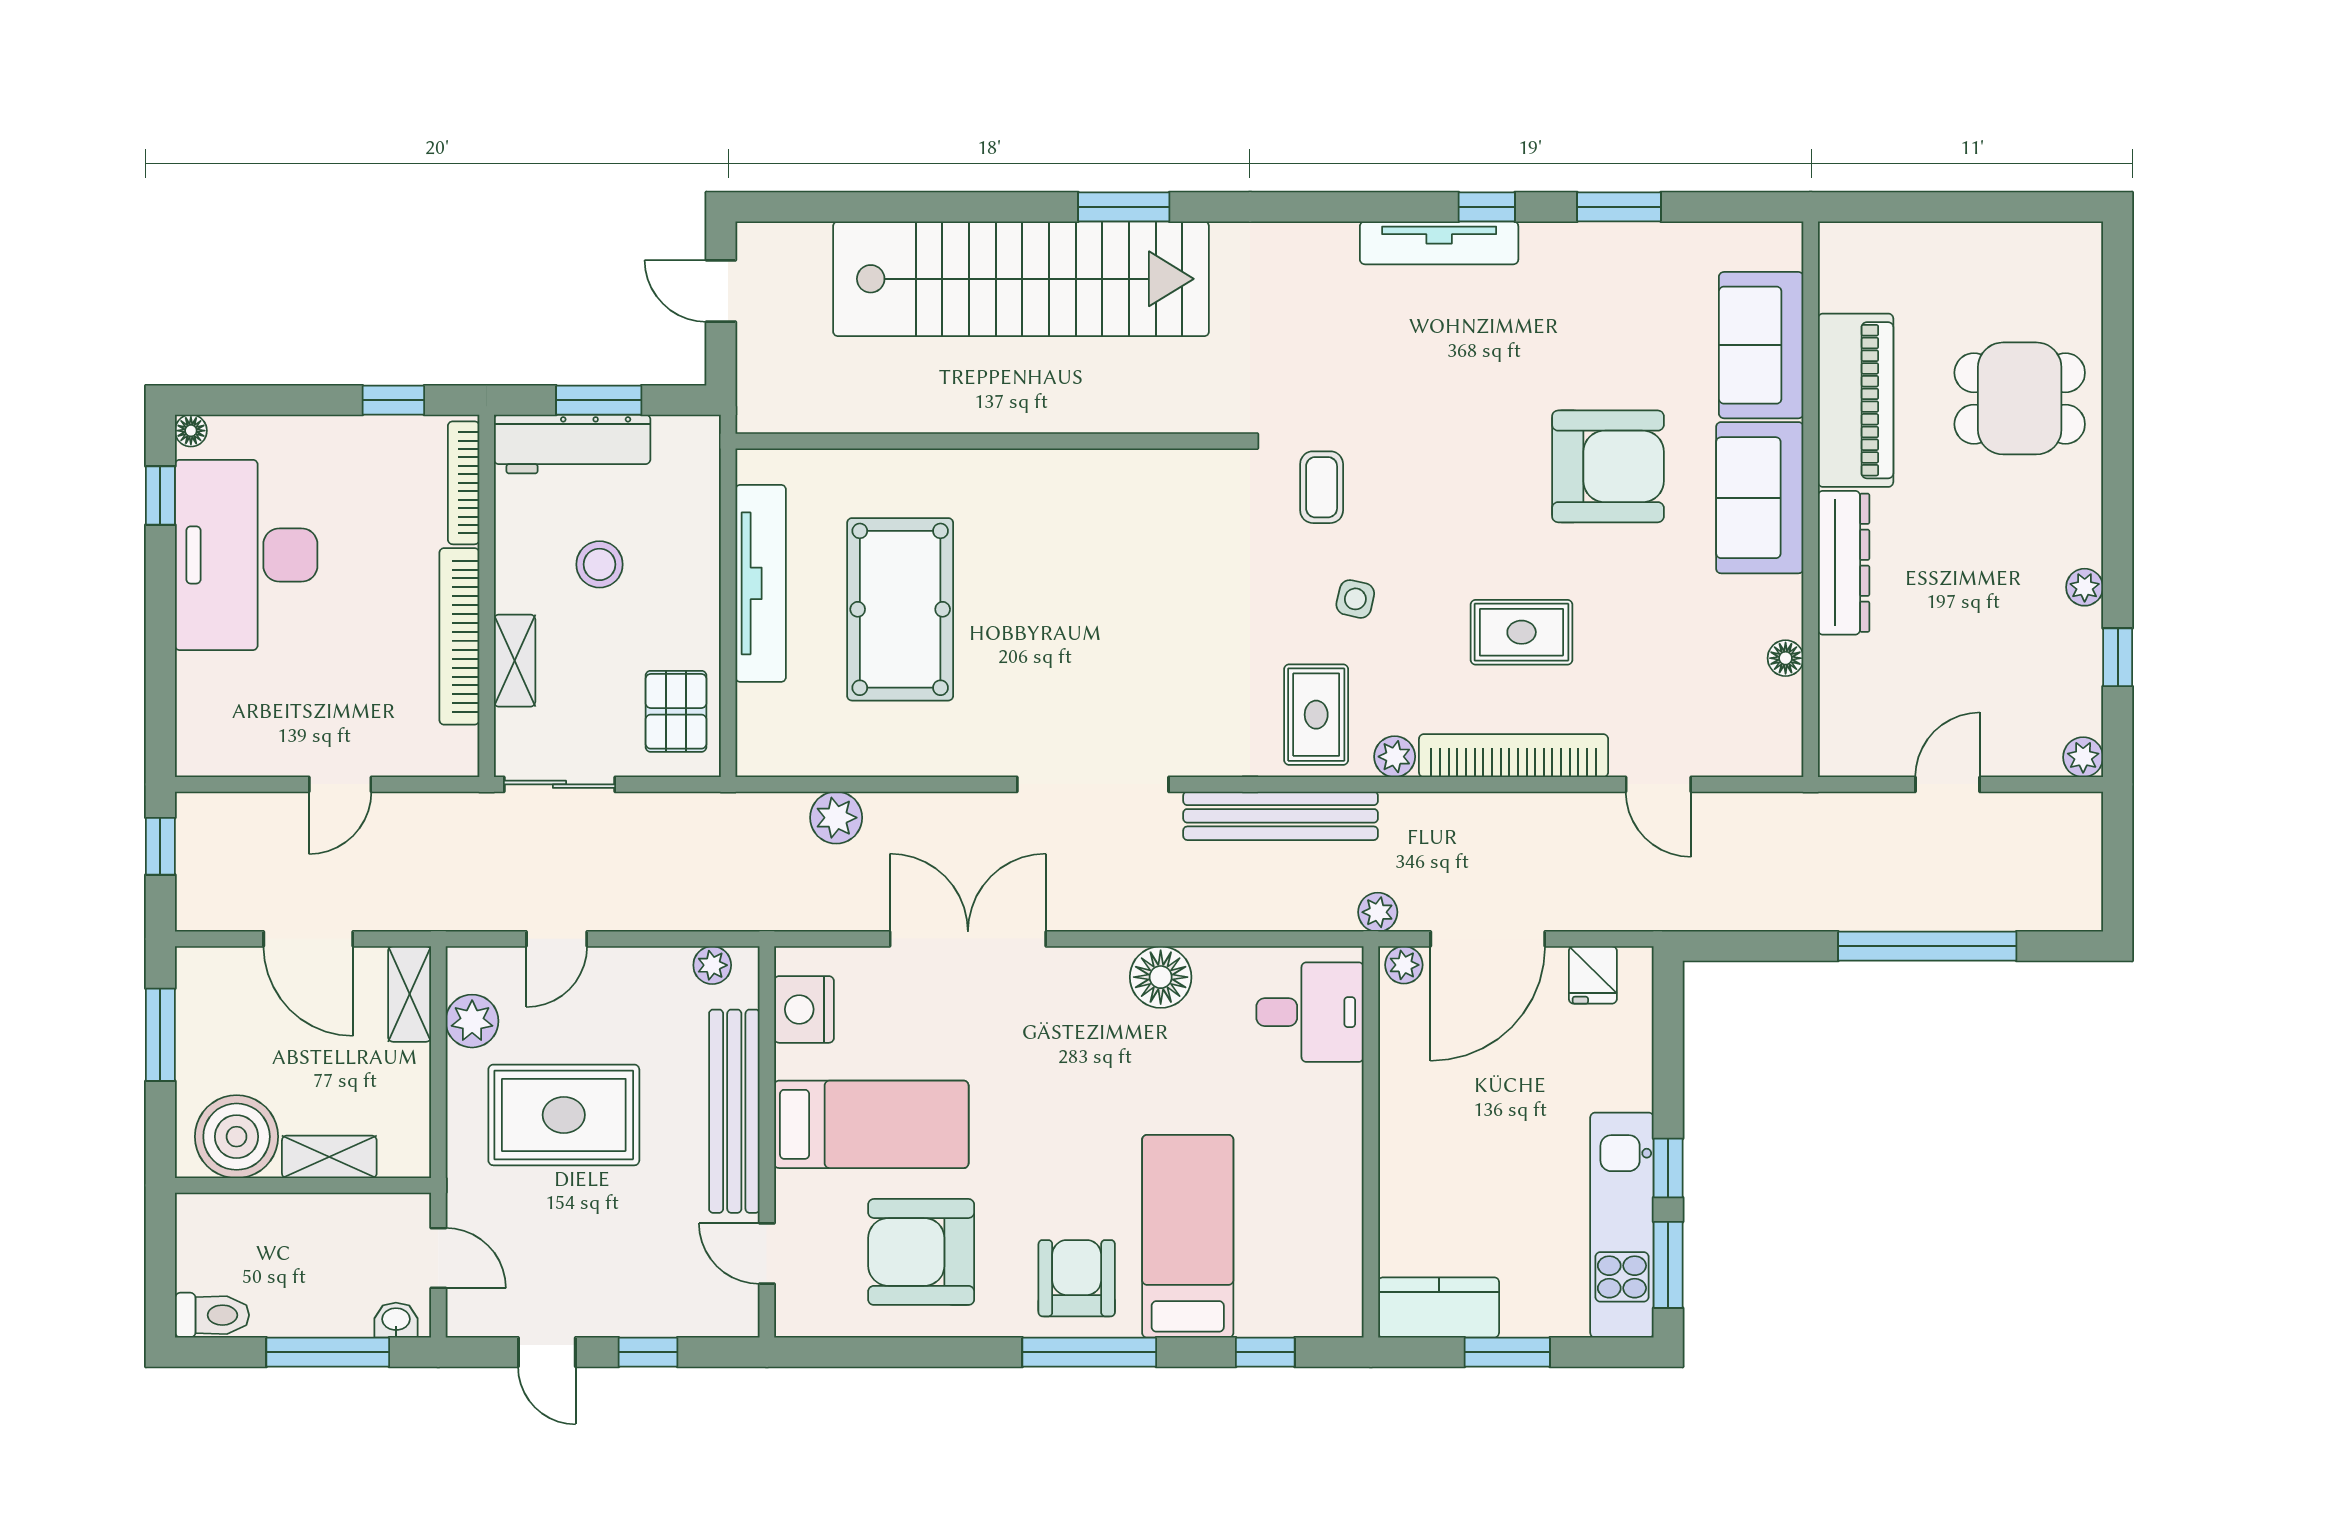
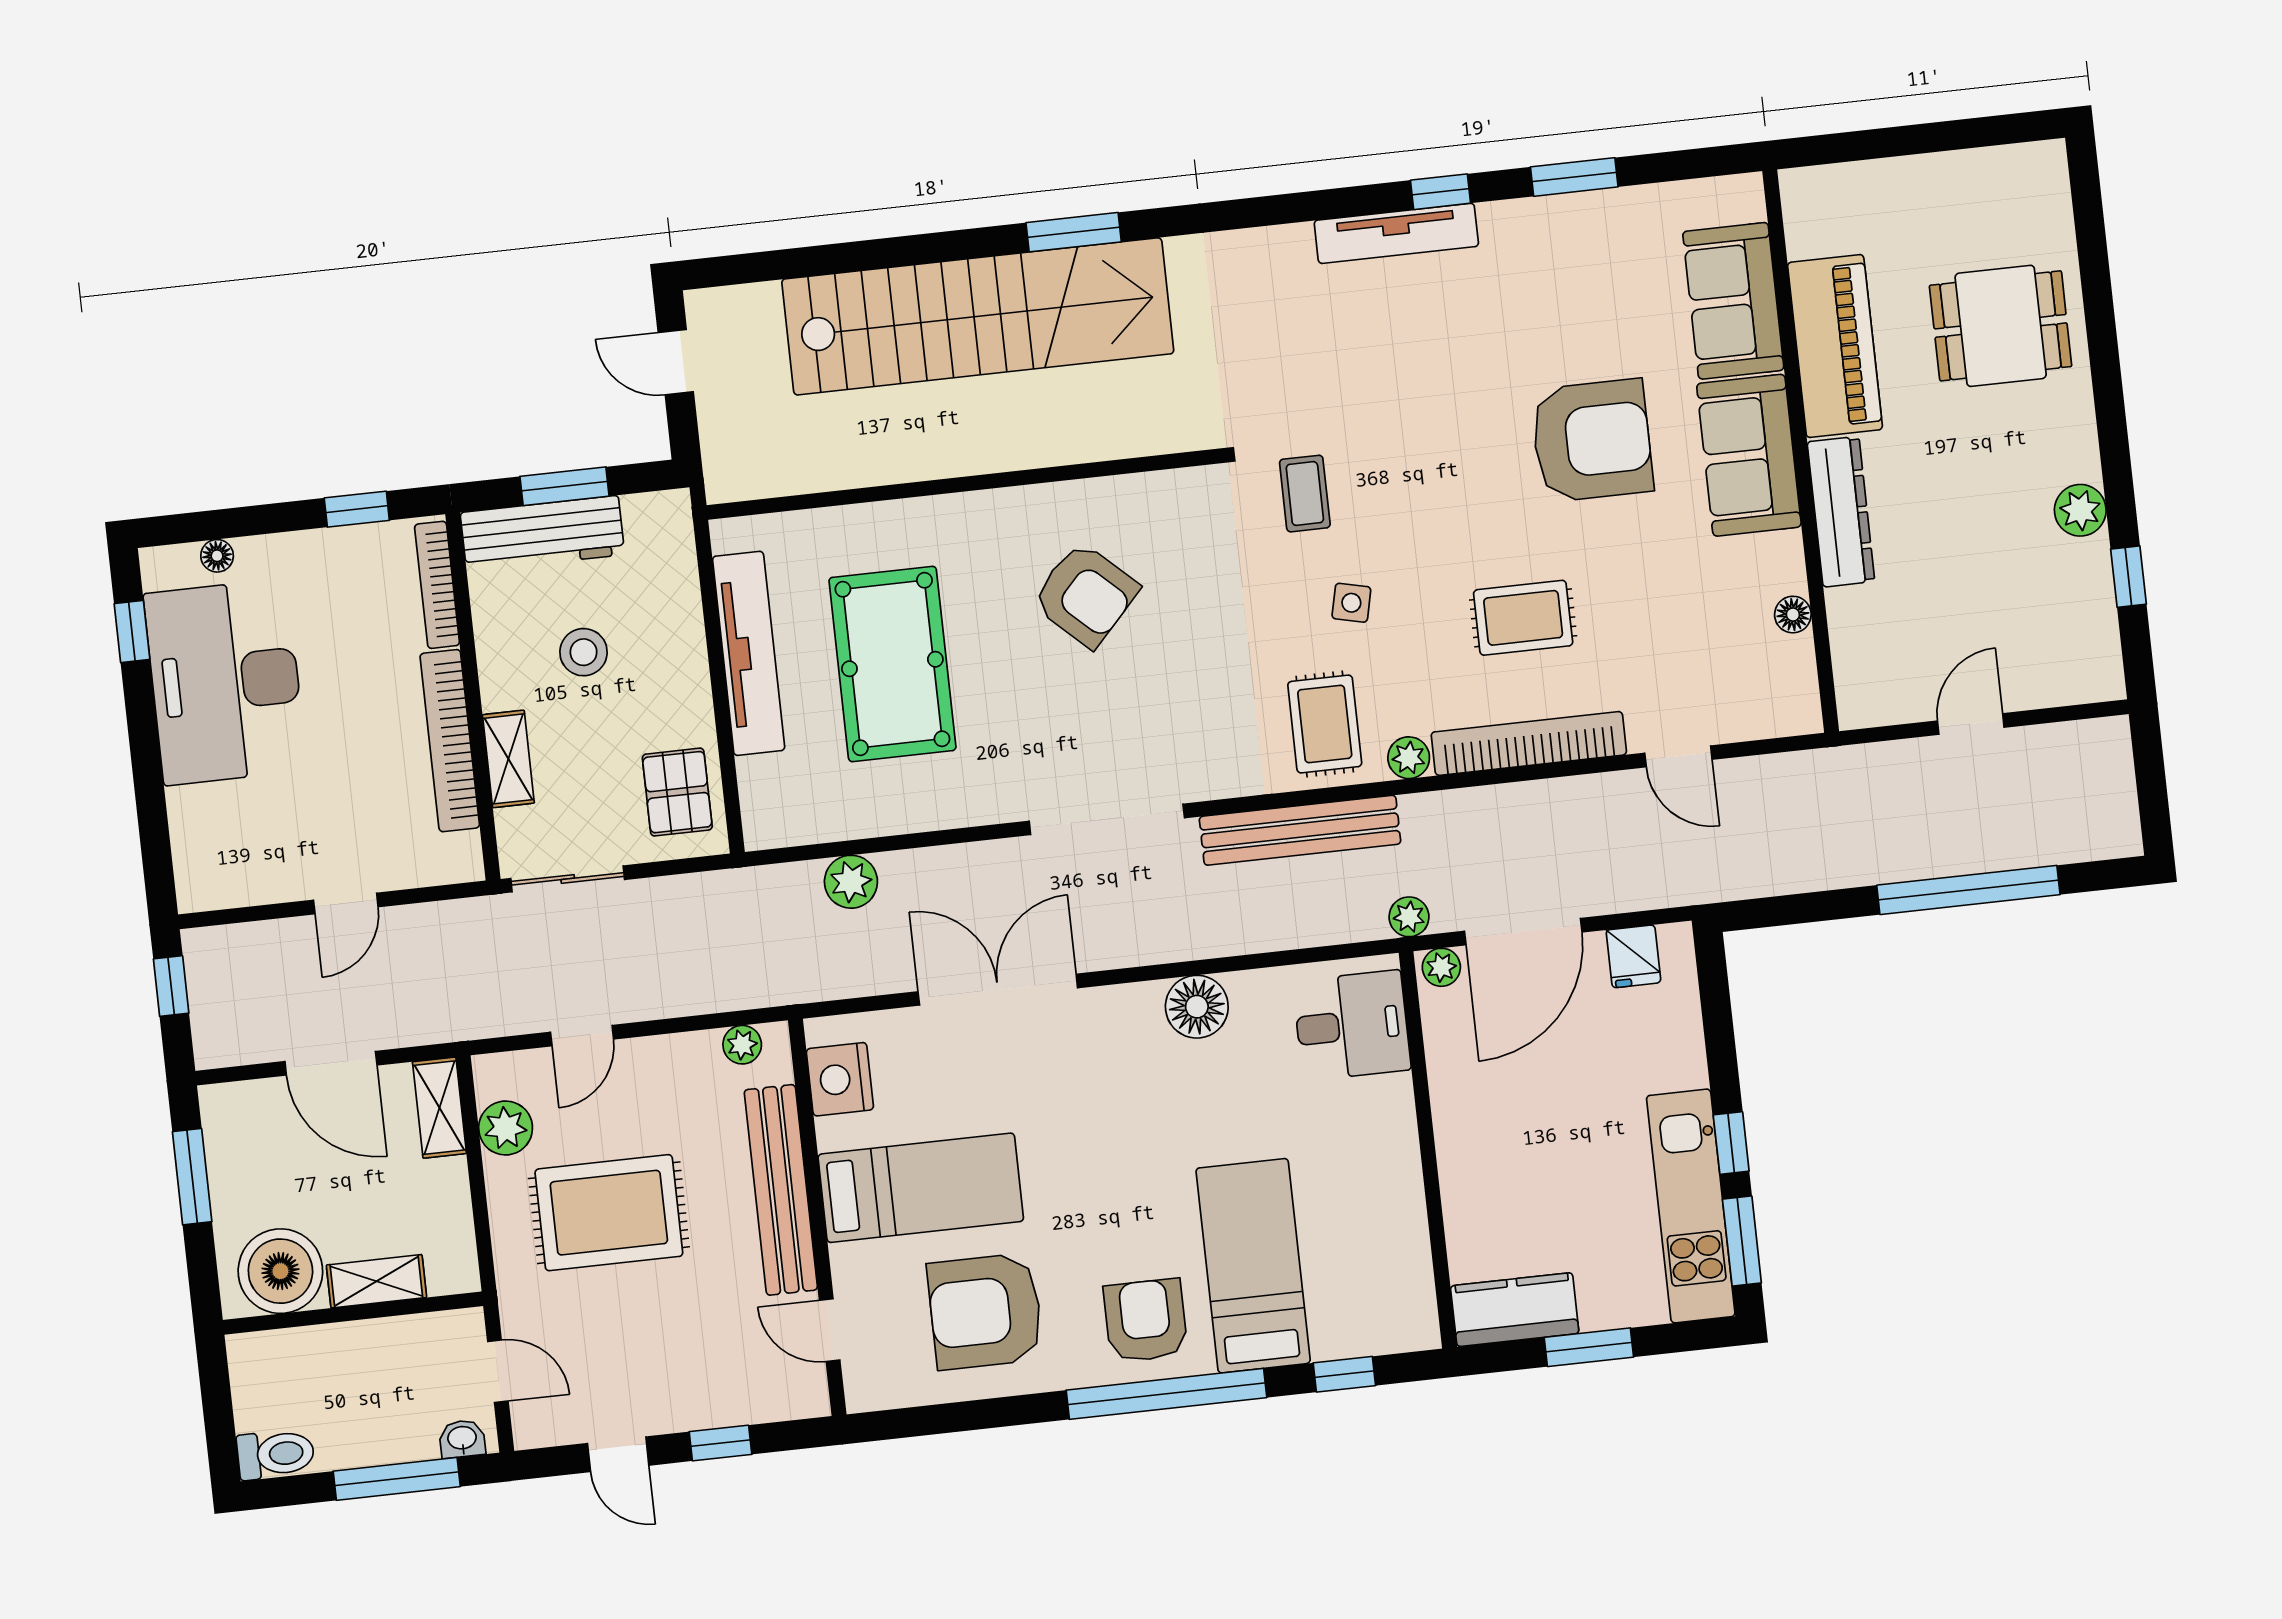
floor lamp: (191, 431) -> (217, 556), moved
armchair: (1096, 563) -> (1085, 595), added
plant: (2085, 587) -> (2080, 510), width x1.38, depth x1.38
plant: (2083, 757) -> (2105, 681), removed
window: (1089, 1352) -> (1166, 1394), width x1.46

